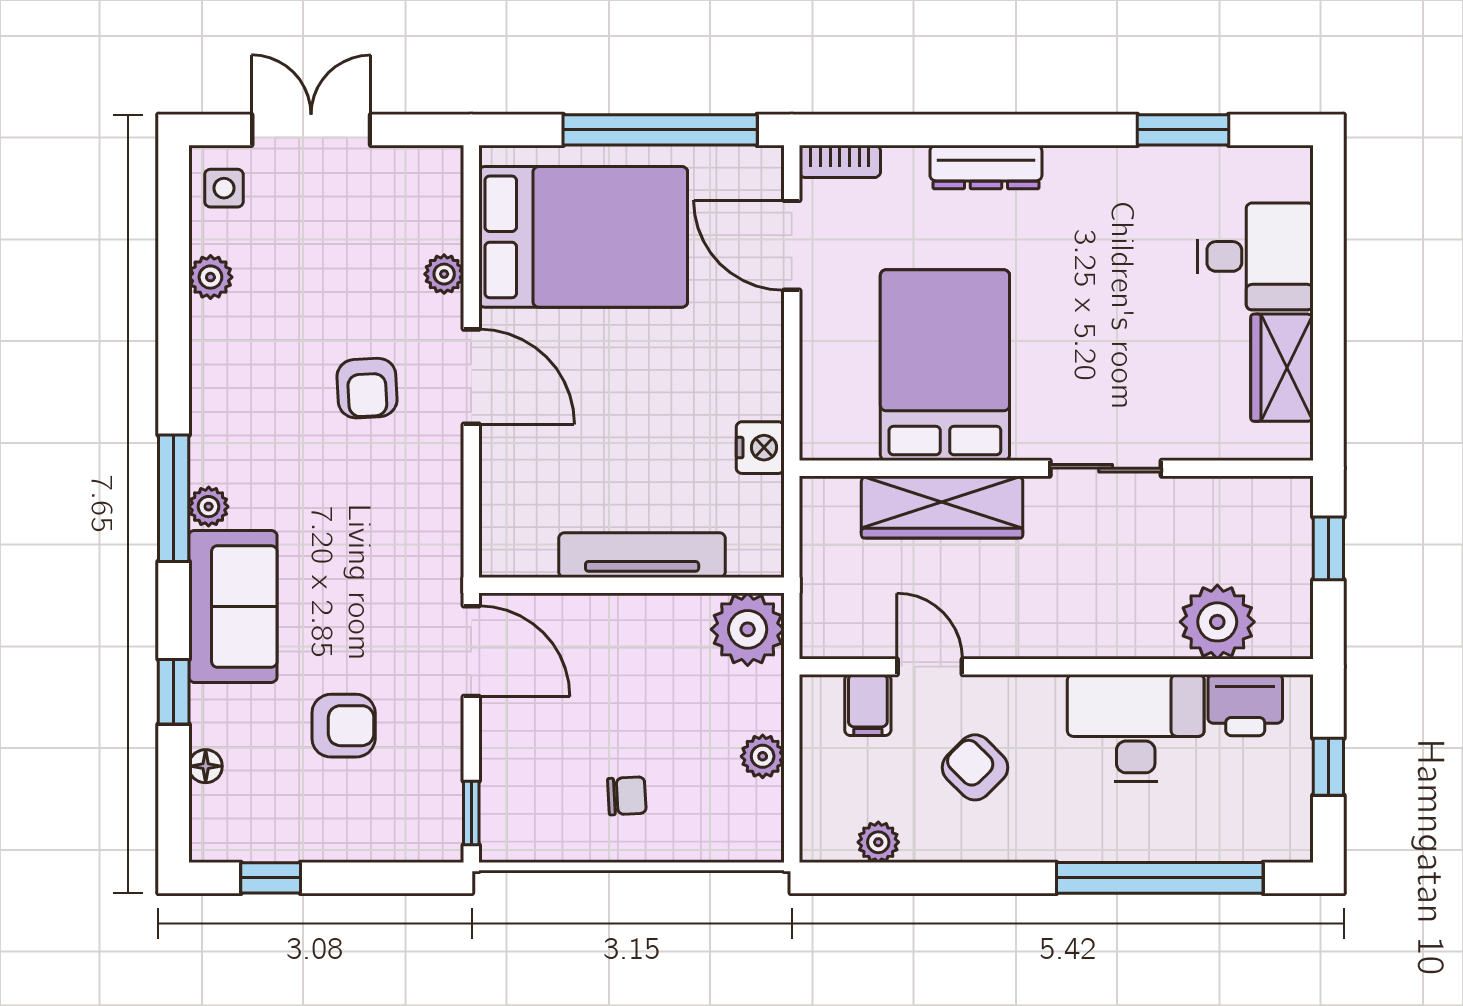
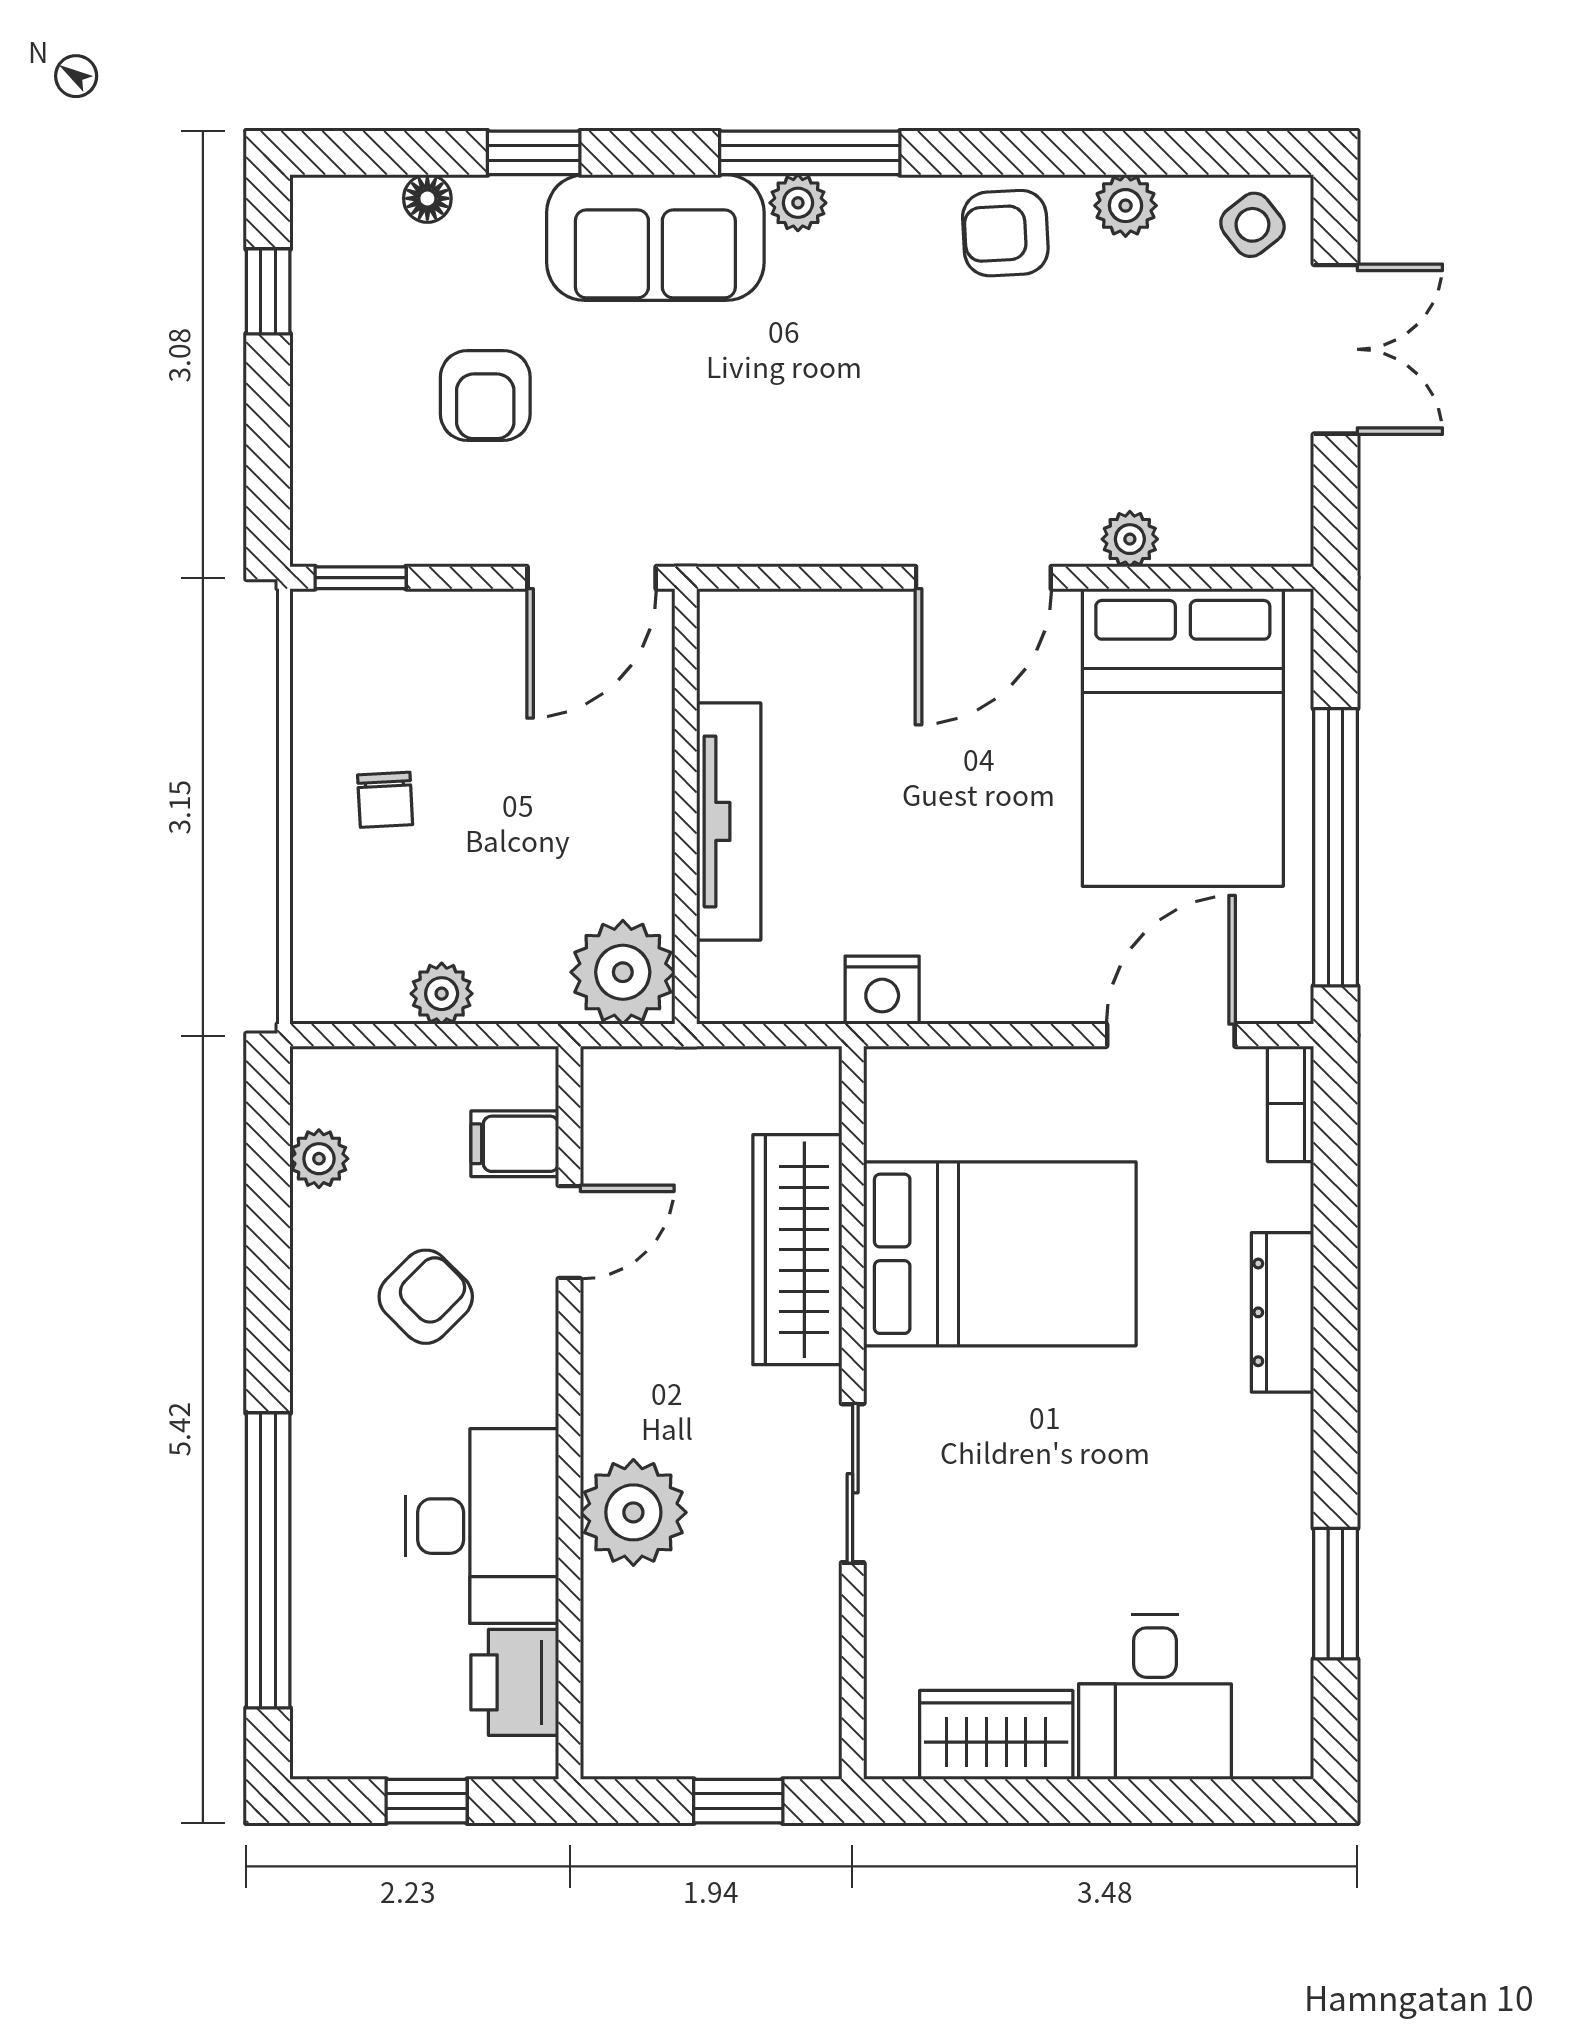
side table: (224, 188) -> (1252, 225), turned -38
armchair: (367, 388) -> (1005, 233), moved
plant: (1217, 622) -> (633, 1512), moved

